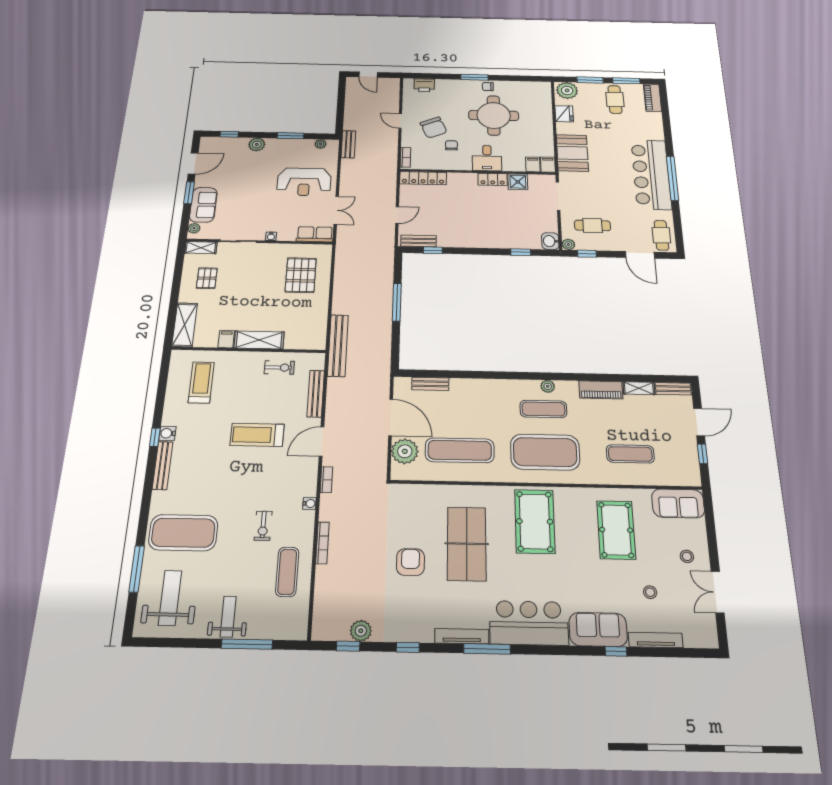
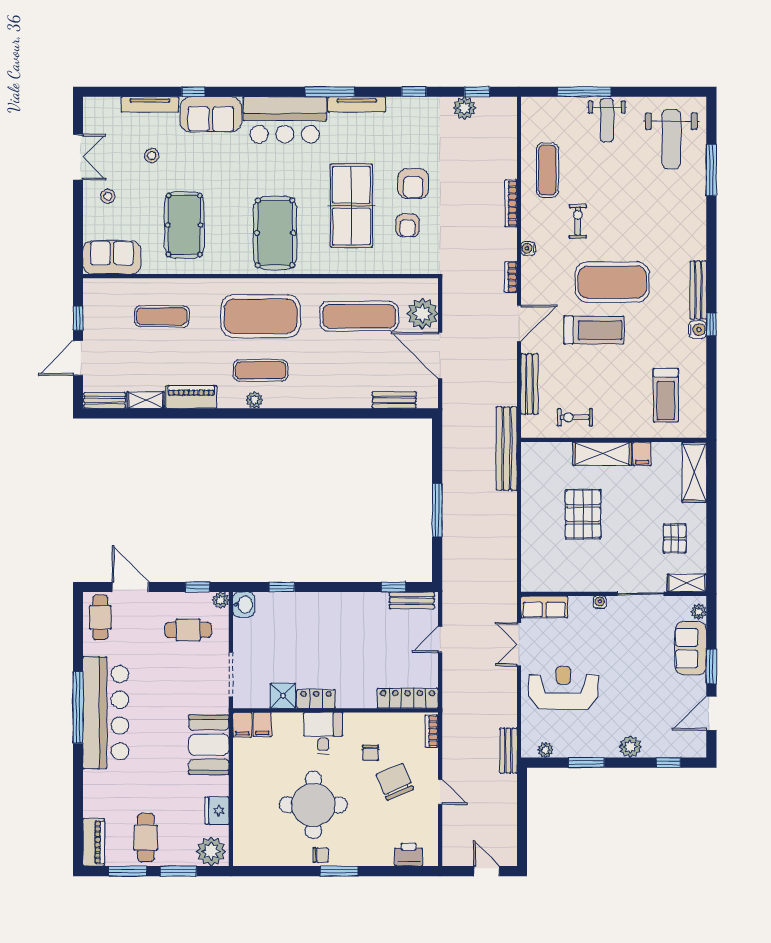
pallet: (301, 275) -> (583, 514), moved
armchair: (416, 525) -> (407, 225), added
exercise mat: (183, 533) -> (612, 282), moved

